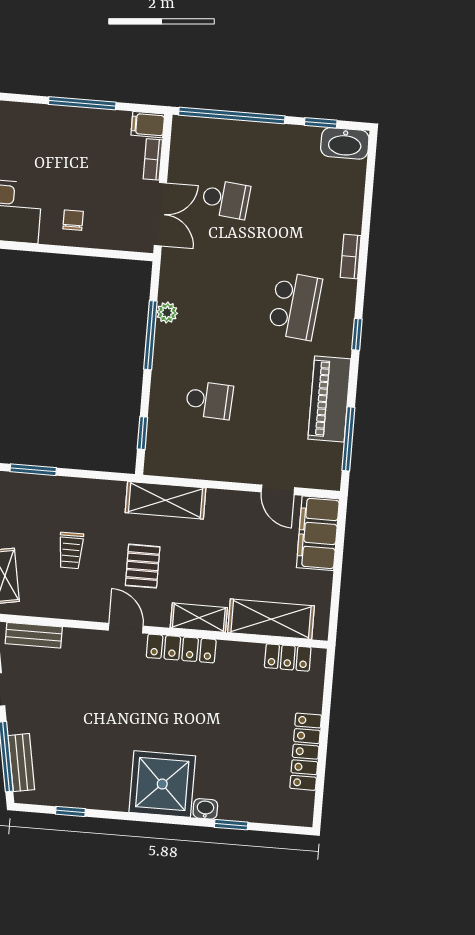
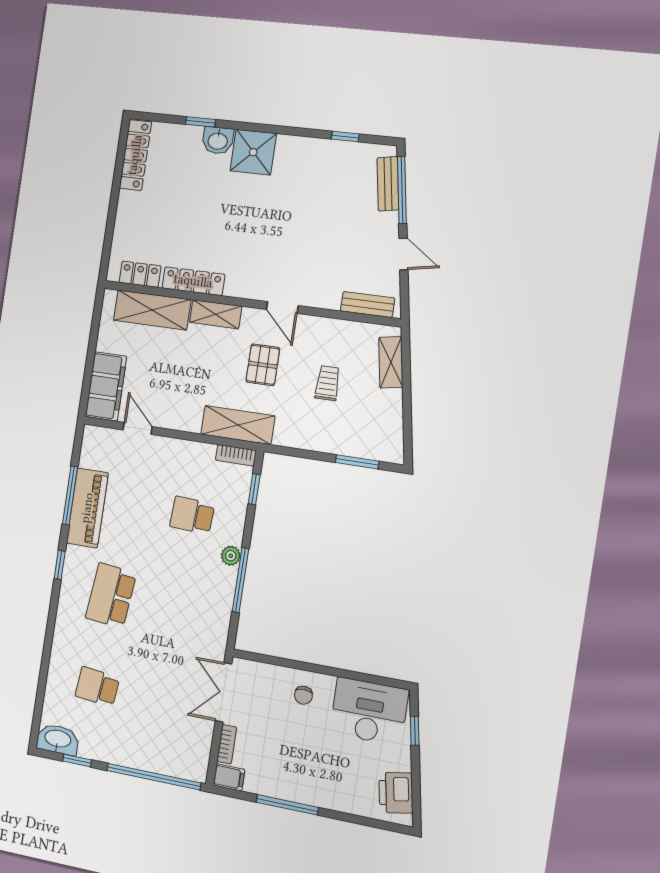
school desk: (226, 199) -> (97, 687), moved
bookcase: (351, 256) -> (236, 455), moved, turned 90
plant: (167, 313) -> (231, 556), moved
window: (348, 439) -> (70, 495), moved
locker: (181, 648) -> (193, 281), moved
locker: (306, 752) -> (135, 155), moved
shower: (162, 784) -> (253, 152), width x0.73, depth x0.73
washbasin: (205, 809) -> (218, 140), width x1.38, depth x1.45

